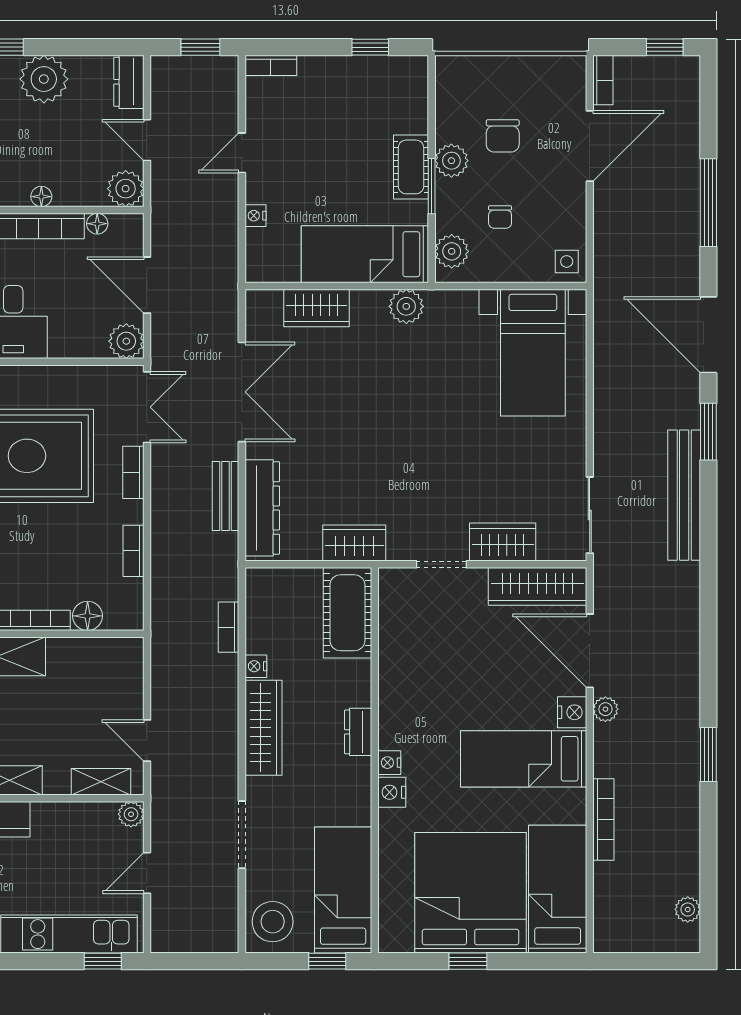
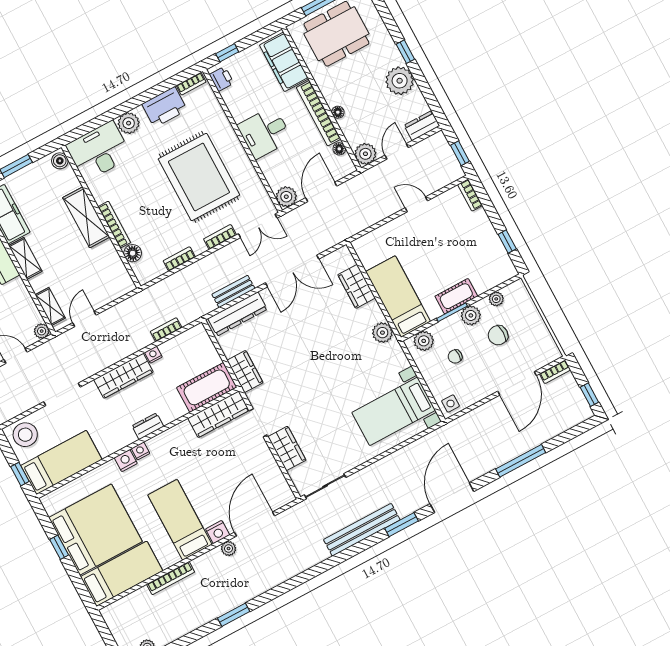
plant: (447, 109) -> (496, 299), added
door: (590, 146) -> (517, 383), hinge flipped
nightstand: (255, 216) -> (388, 229), removed
wardrobe: (537, 586) -> (219, 414), moved, turned -90

